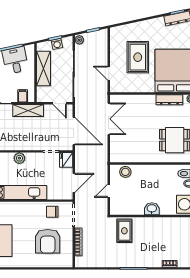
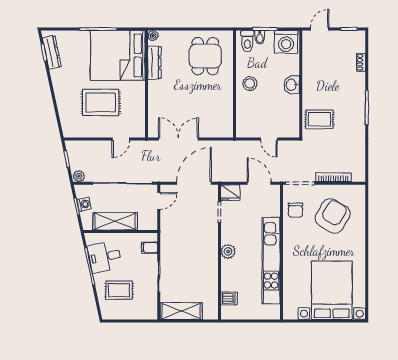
shelving: (28, 111) -> (168, 241), removed
stool: (125, 172) -> (250, 83), moved
armchair: (48, 241) -> (333, 216), turned -59

